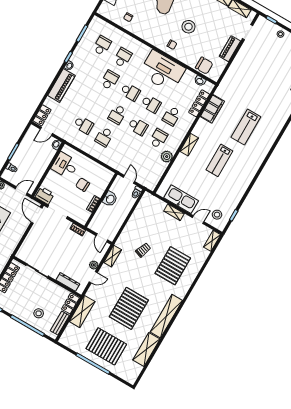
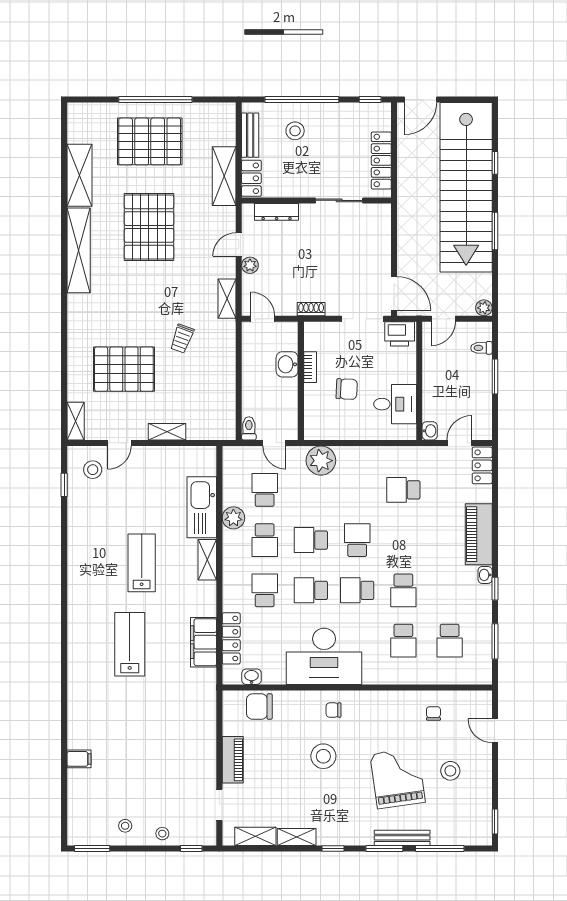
school desk: (104, 137) -> (265, 490), moved
plant: (113, 159) -> (321, 461), added
washbasin: (110, 199) -> (287, 364), moved
kitchen sink: (181, 199) -> (202, 507), moved, turned 90
pallet: (173, 266) -> (124, 369), moved, turned 90

